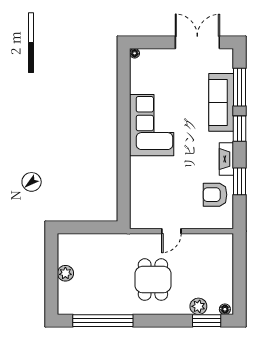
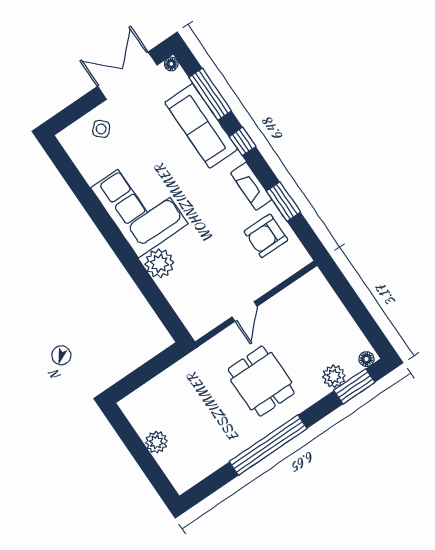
floor lamp: (135, 53) -> (171, 64), moved
side table: (160, 64) -> (101, 129), added
window: (239, 129) -> (242, 142), width x0.67
plant: (140, 168) -> (160, 263), added
window: (103, 321) -> (268, 445), moved

